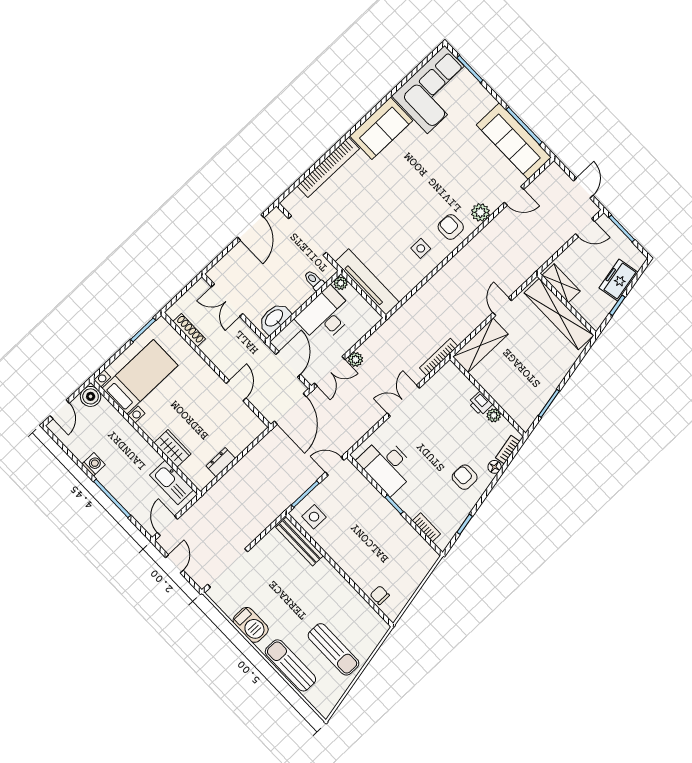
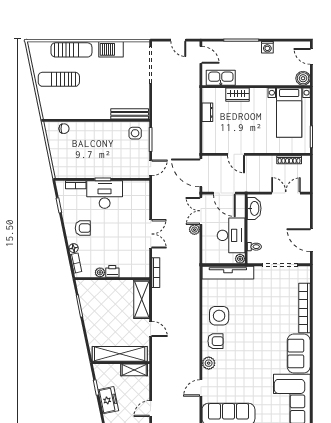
side table: (421, 248) -> (219, 316), width x1.87, depth x1.87
desk: (387, 465) -> (105, 195), moved

